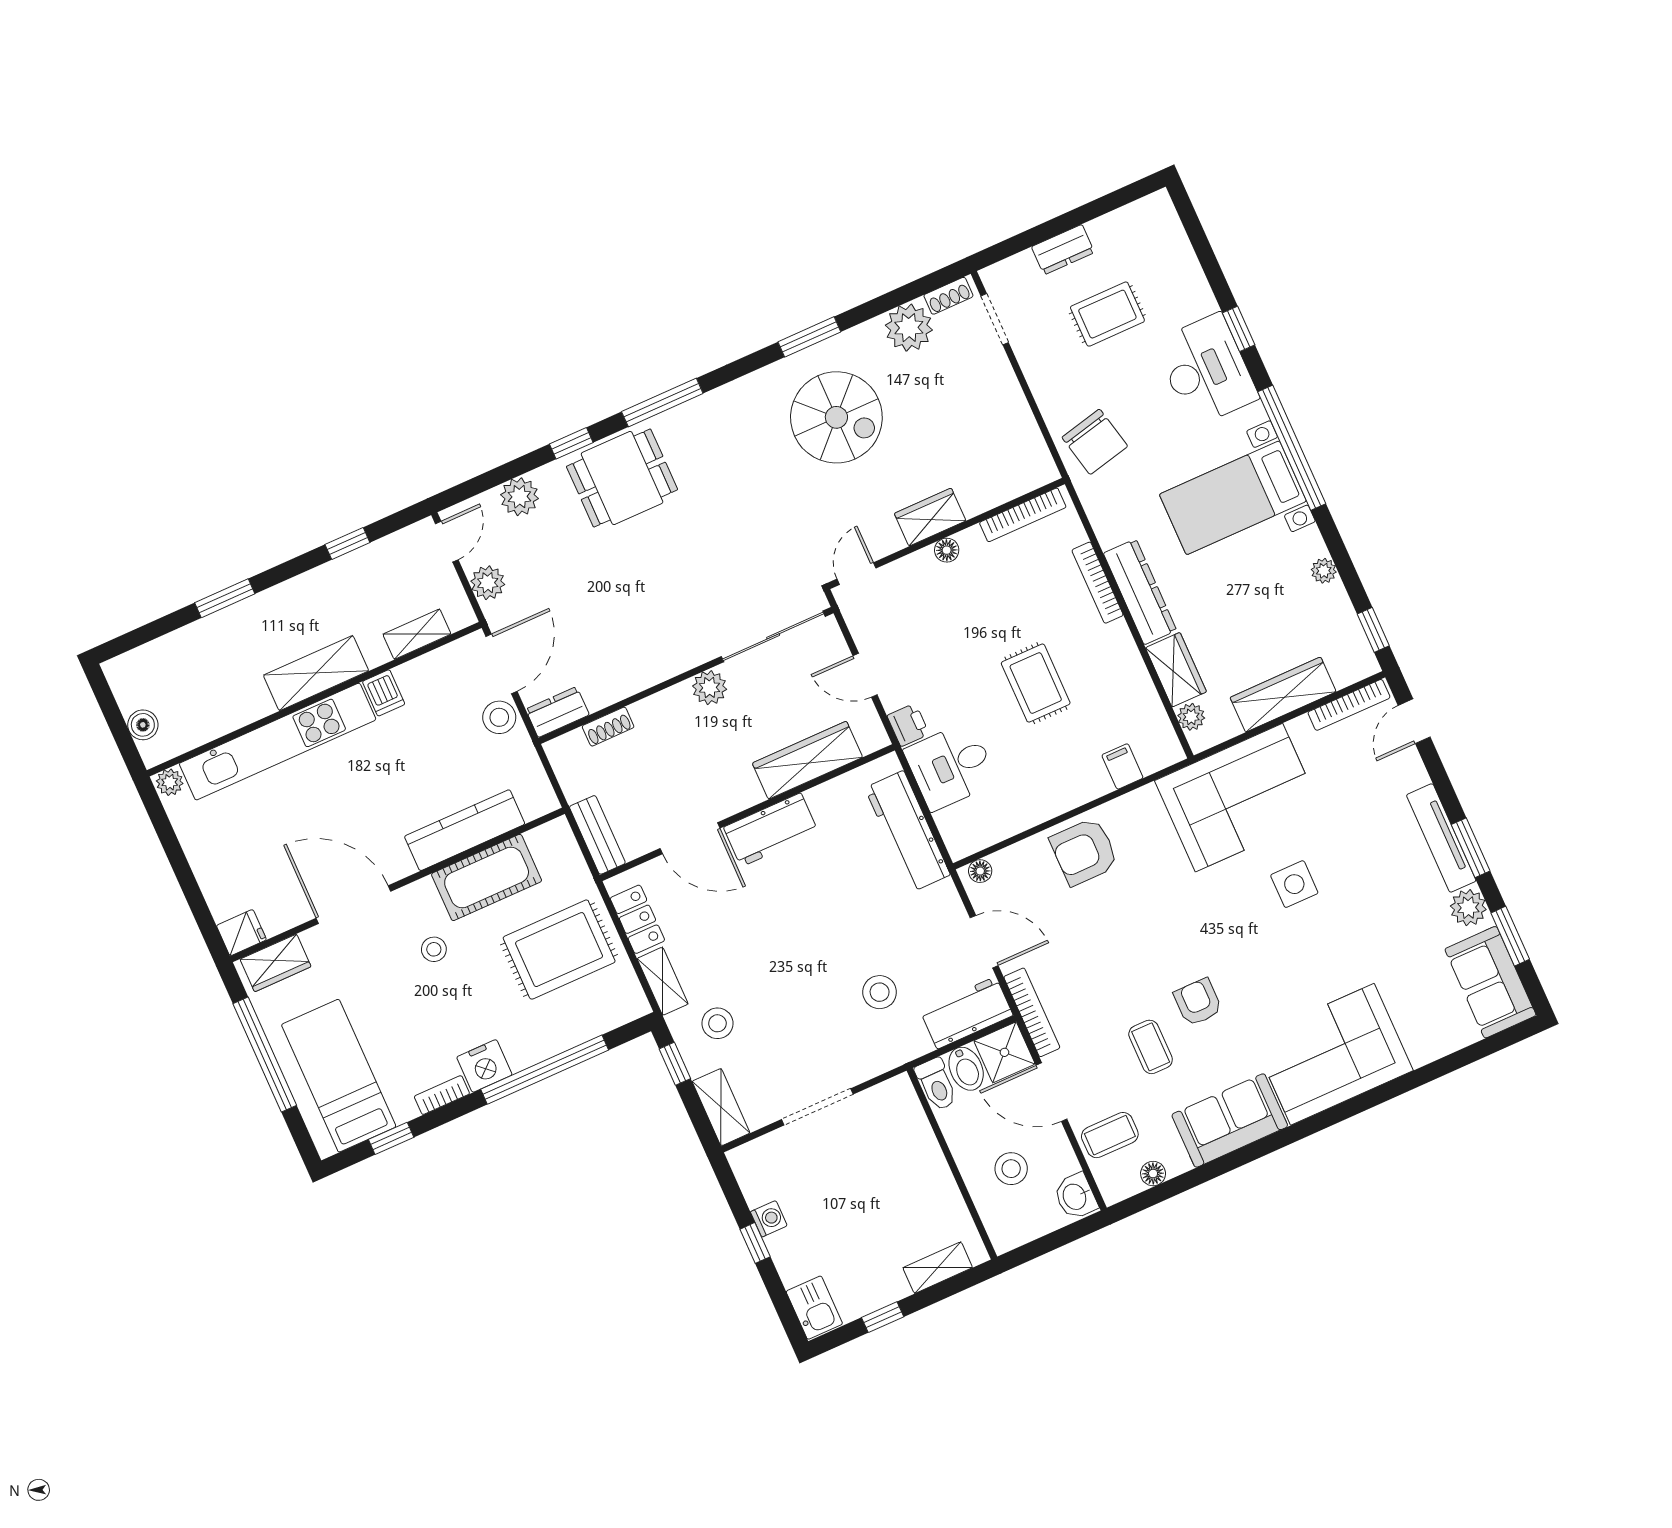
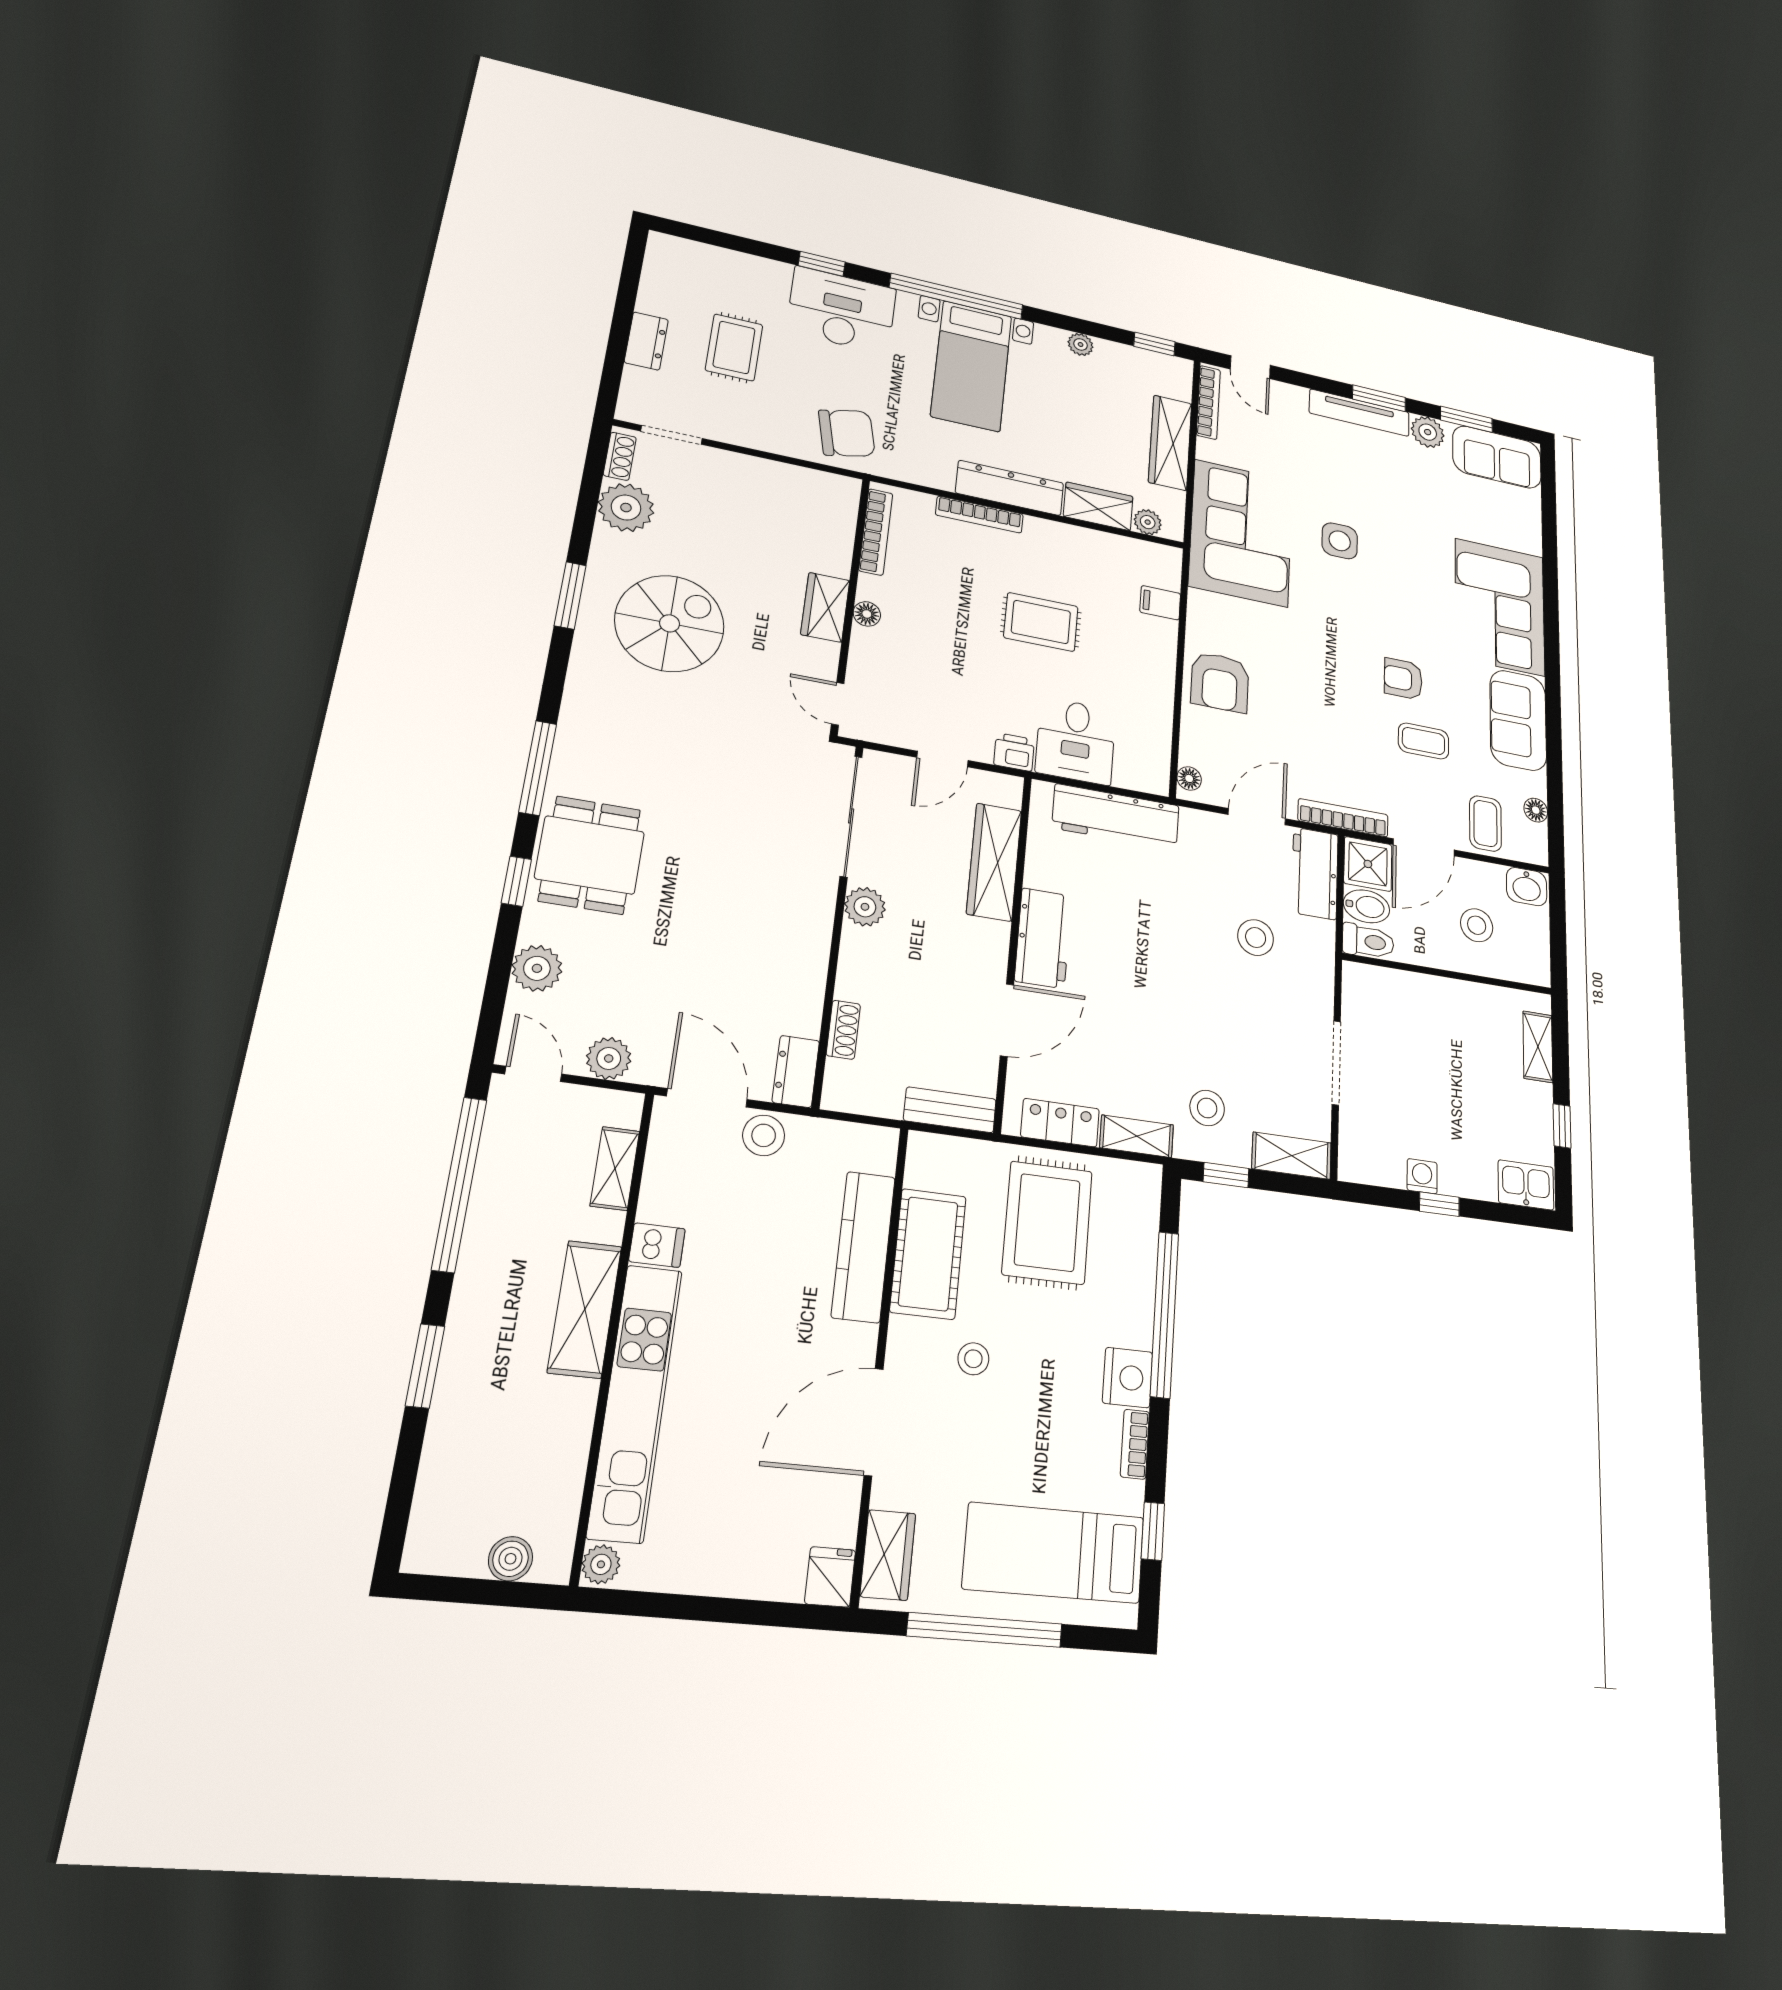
window: (347, 543) -> (459, 1184), width x3.17

